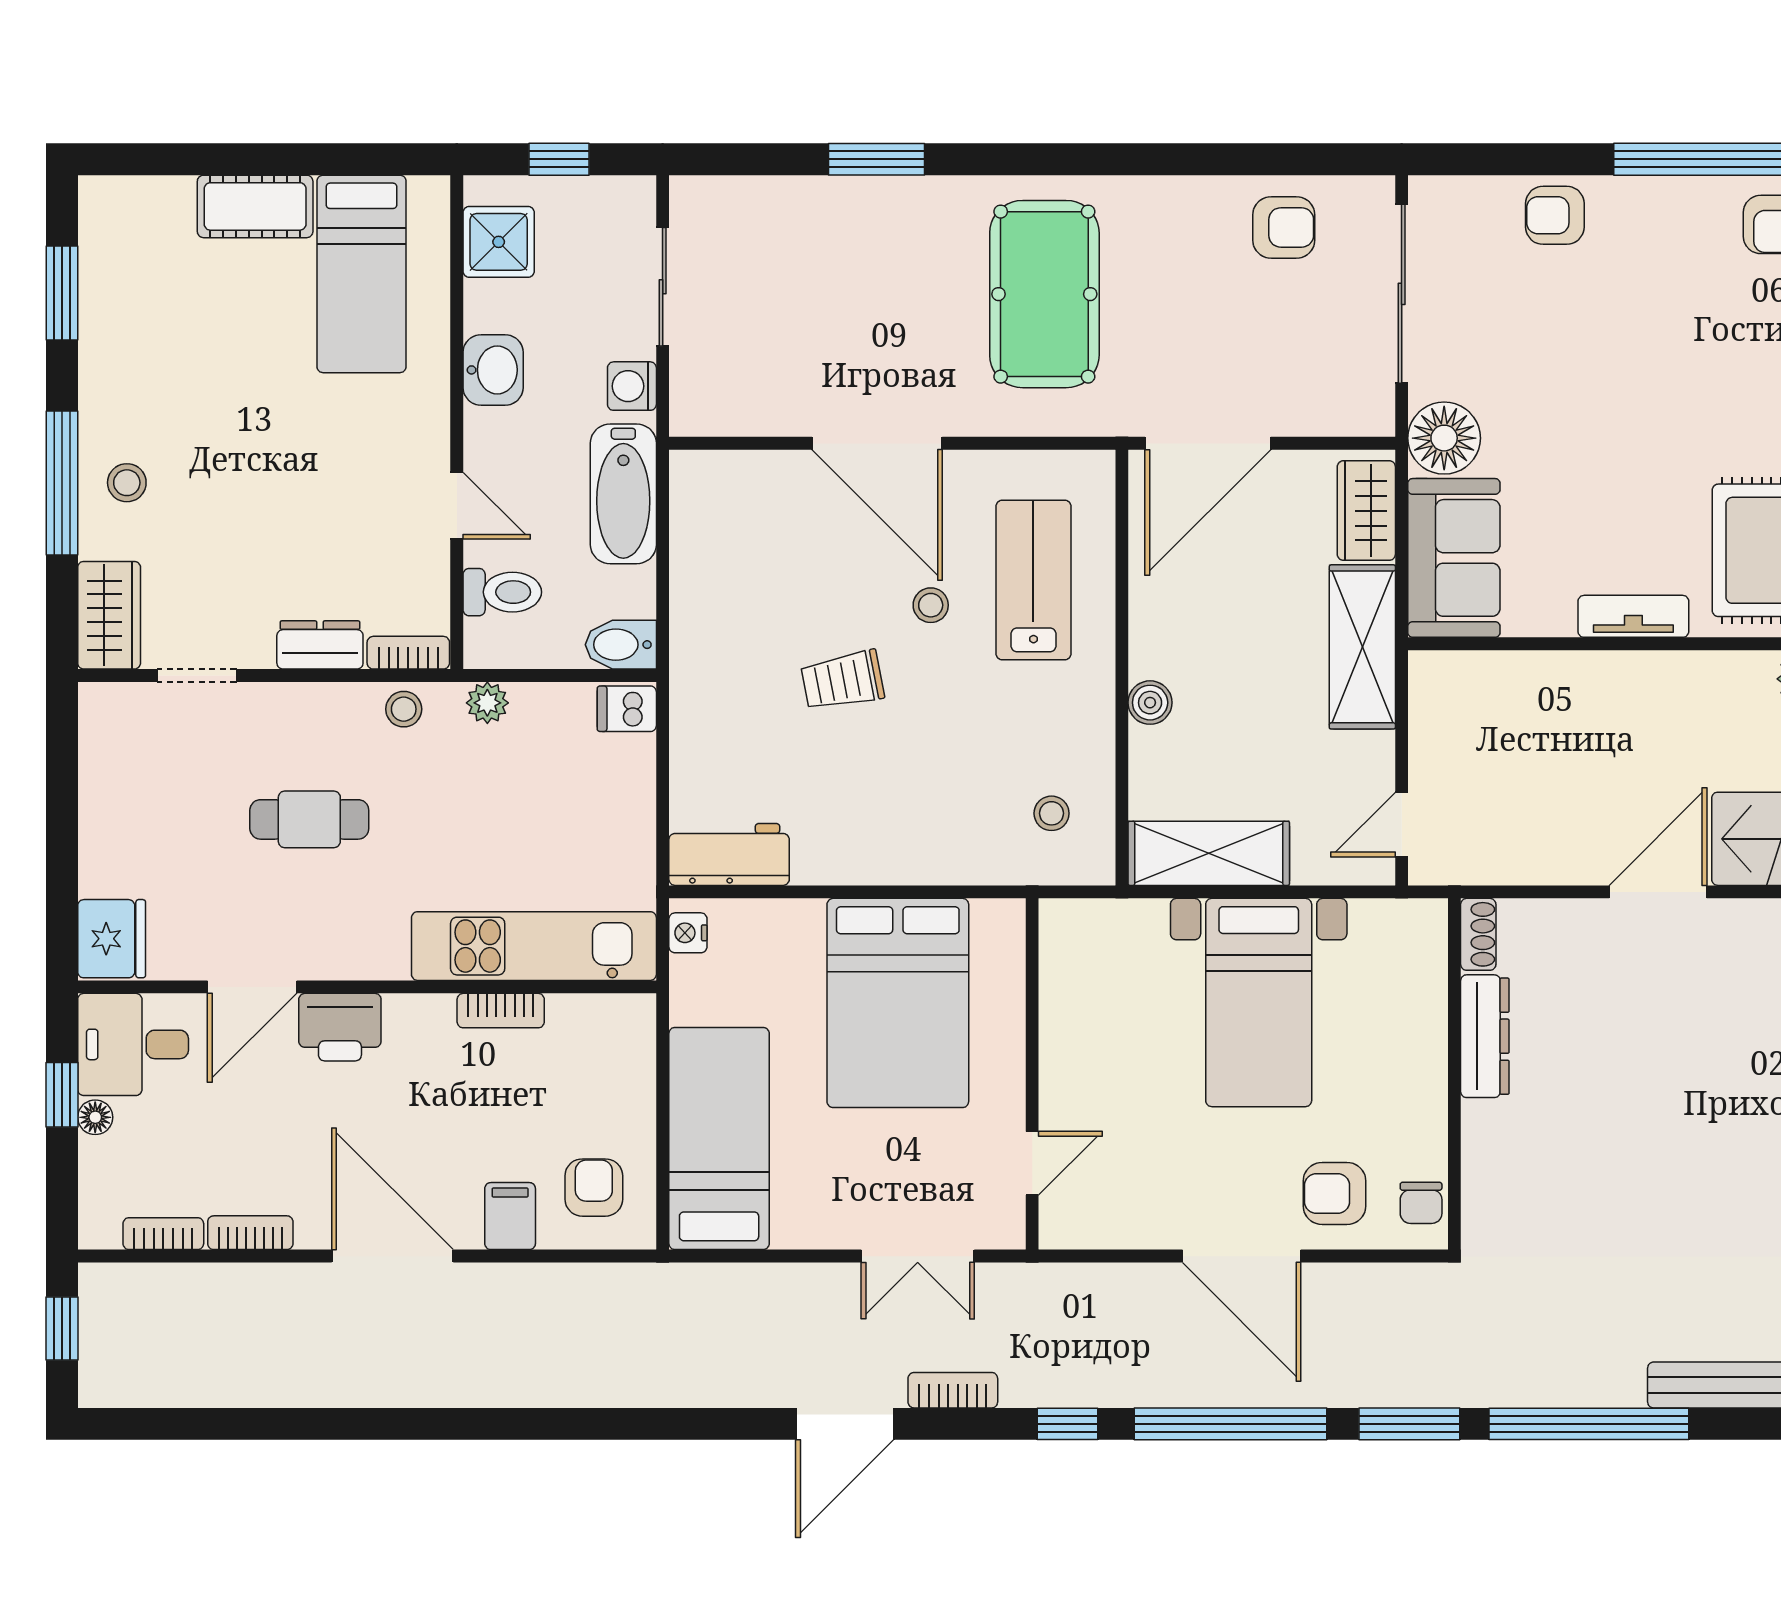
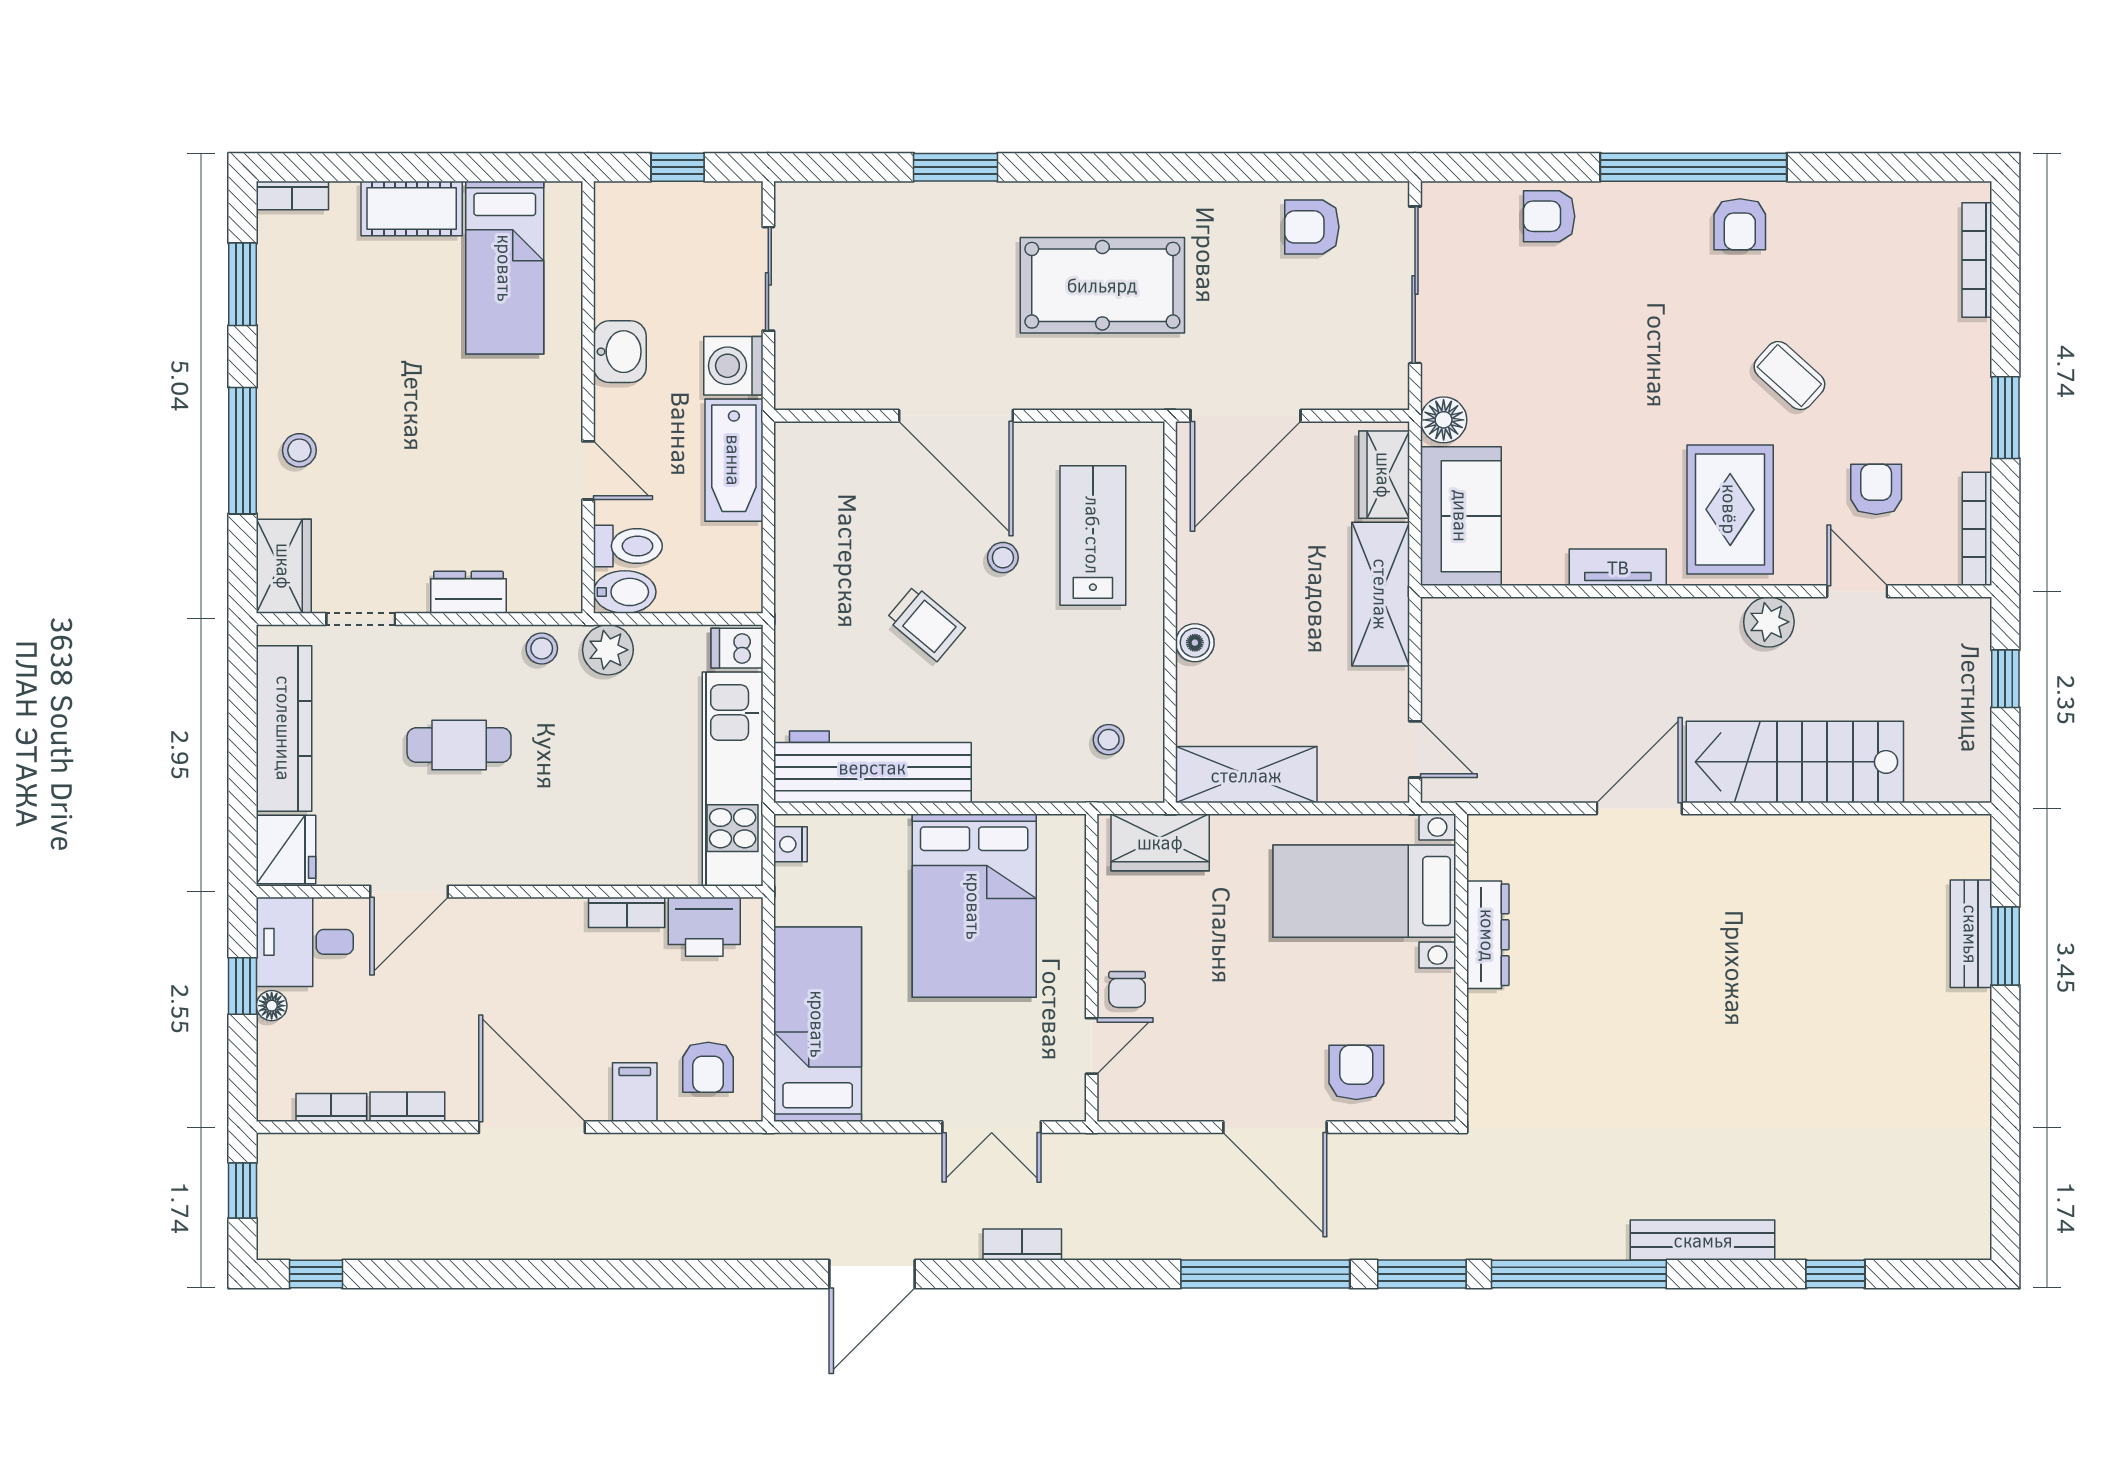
armchair: (1284, 227) -> (1312, 227), turned 180
shower: (499, 242) -> (625, 240), removed
pool table: (1044, 294) -> (1102, 285), turned 90
washing machine: (632, 386) -> (733, 366), width x1.38, depth x1.38
floor lamp: (1444, 438) -> (1444, 420), width x0.73, depth x0.73
bidet: (621, 645) -> (625, 592), moved, turned 180
bookcase: (408, 653) -> (292, 195), moved, turned 180
trolley: (843, 681) -> (926, 623), turned -129
plant: (487, 703) -> (608, 650), width x1.38, depth x1.38
kitchen counter: (109, 800) -> (284, 728), added
door: (1402, 825) -> (1415, 749), swing flipped
workbench: (729, 854) -> (872, 767), width x1.88, depth x1.32
wardrobe: (1110, 931) -> (1160, 842), added
shoe rack: (1478, 934) -> (1482, 846), removed
kitchen unit: (534, 946) -> (733, 779), moved, turned -90
bed with nightstands: (1259, 1002) -> (1364, 891), moved, turned 90
printer: (340, 1027) -> (704, 927), moved
armchair: (594, 1188) -> (708, 1067), turned 180
armchair: (1335, 1193) -> (1356, 1072), turned 90
chair: (1421, 1203) -> (1127, 989), moved
door: (845, 1424) -> (872, 1274), moved
window: (1068, 1424) -> (316, 1274), moved

